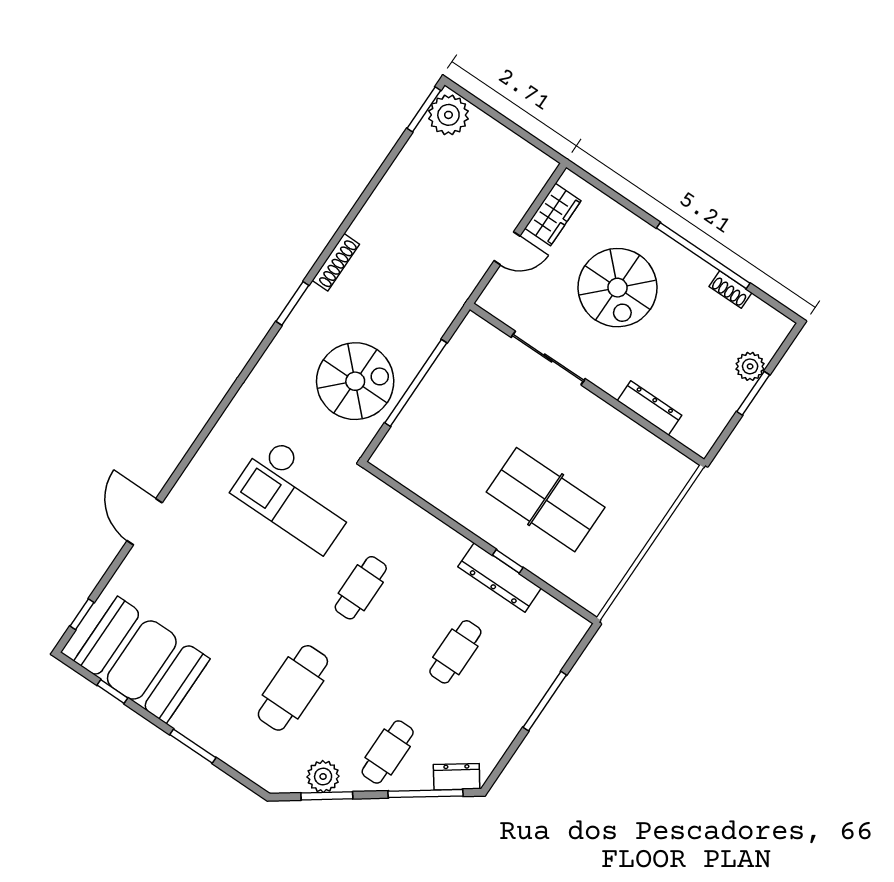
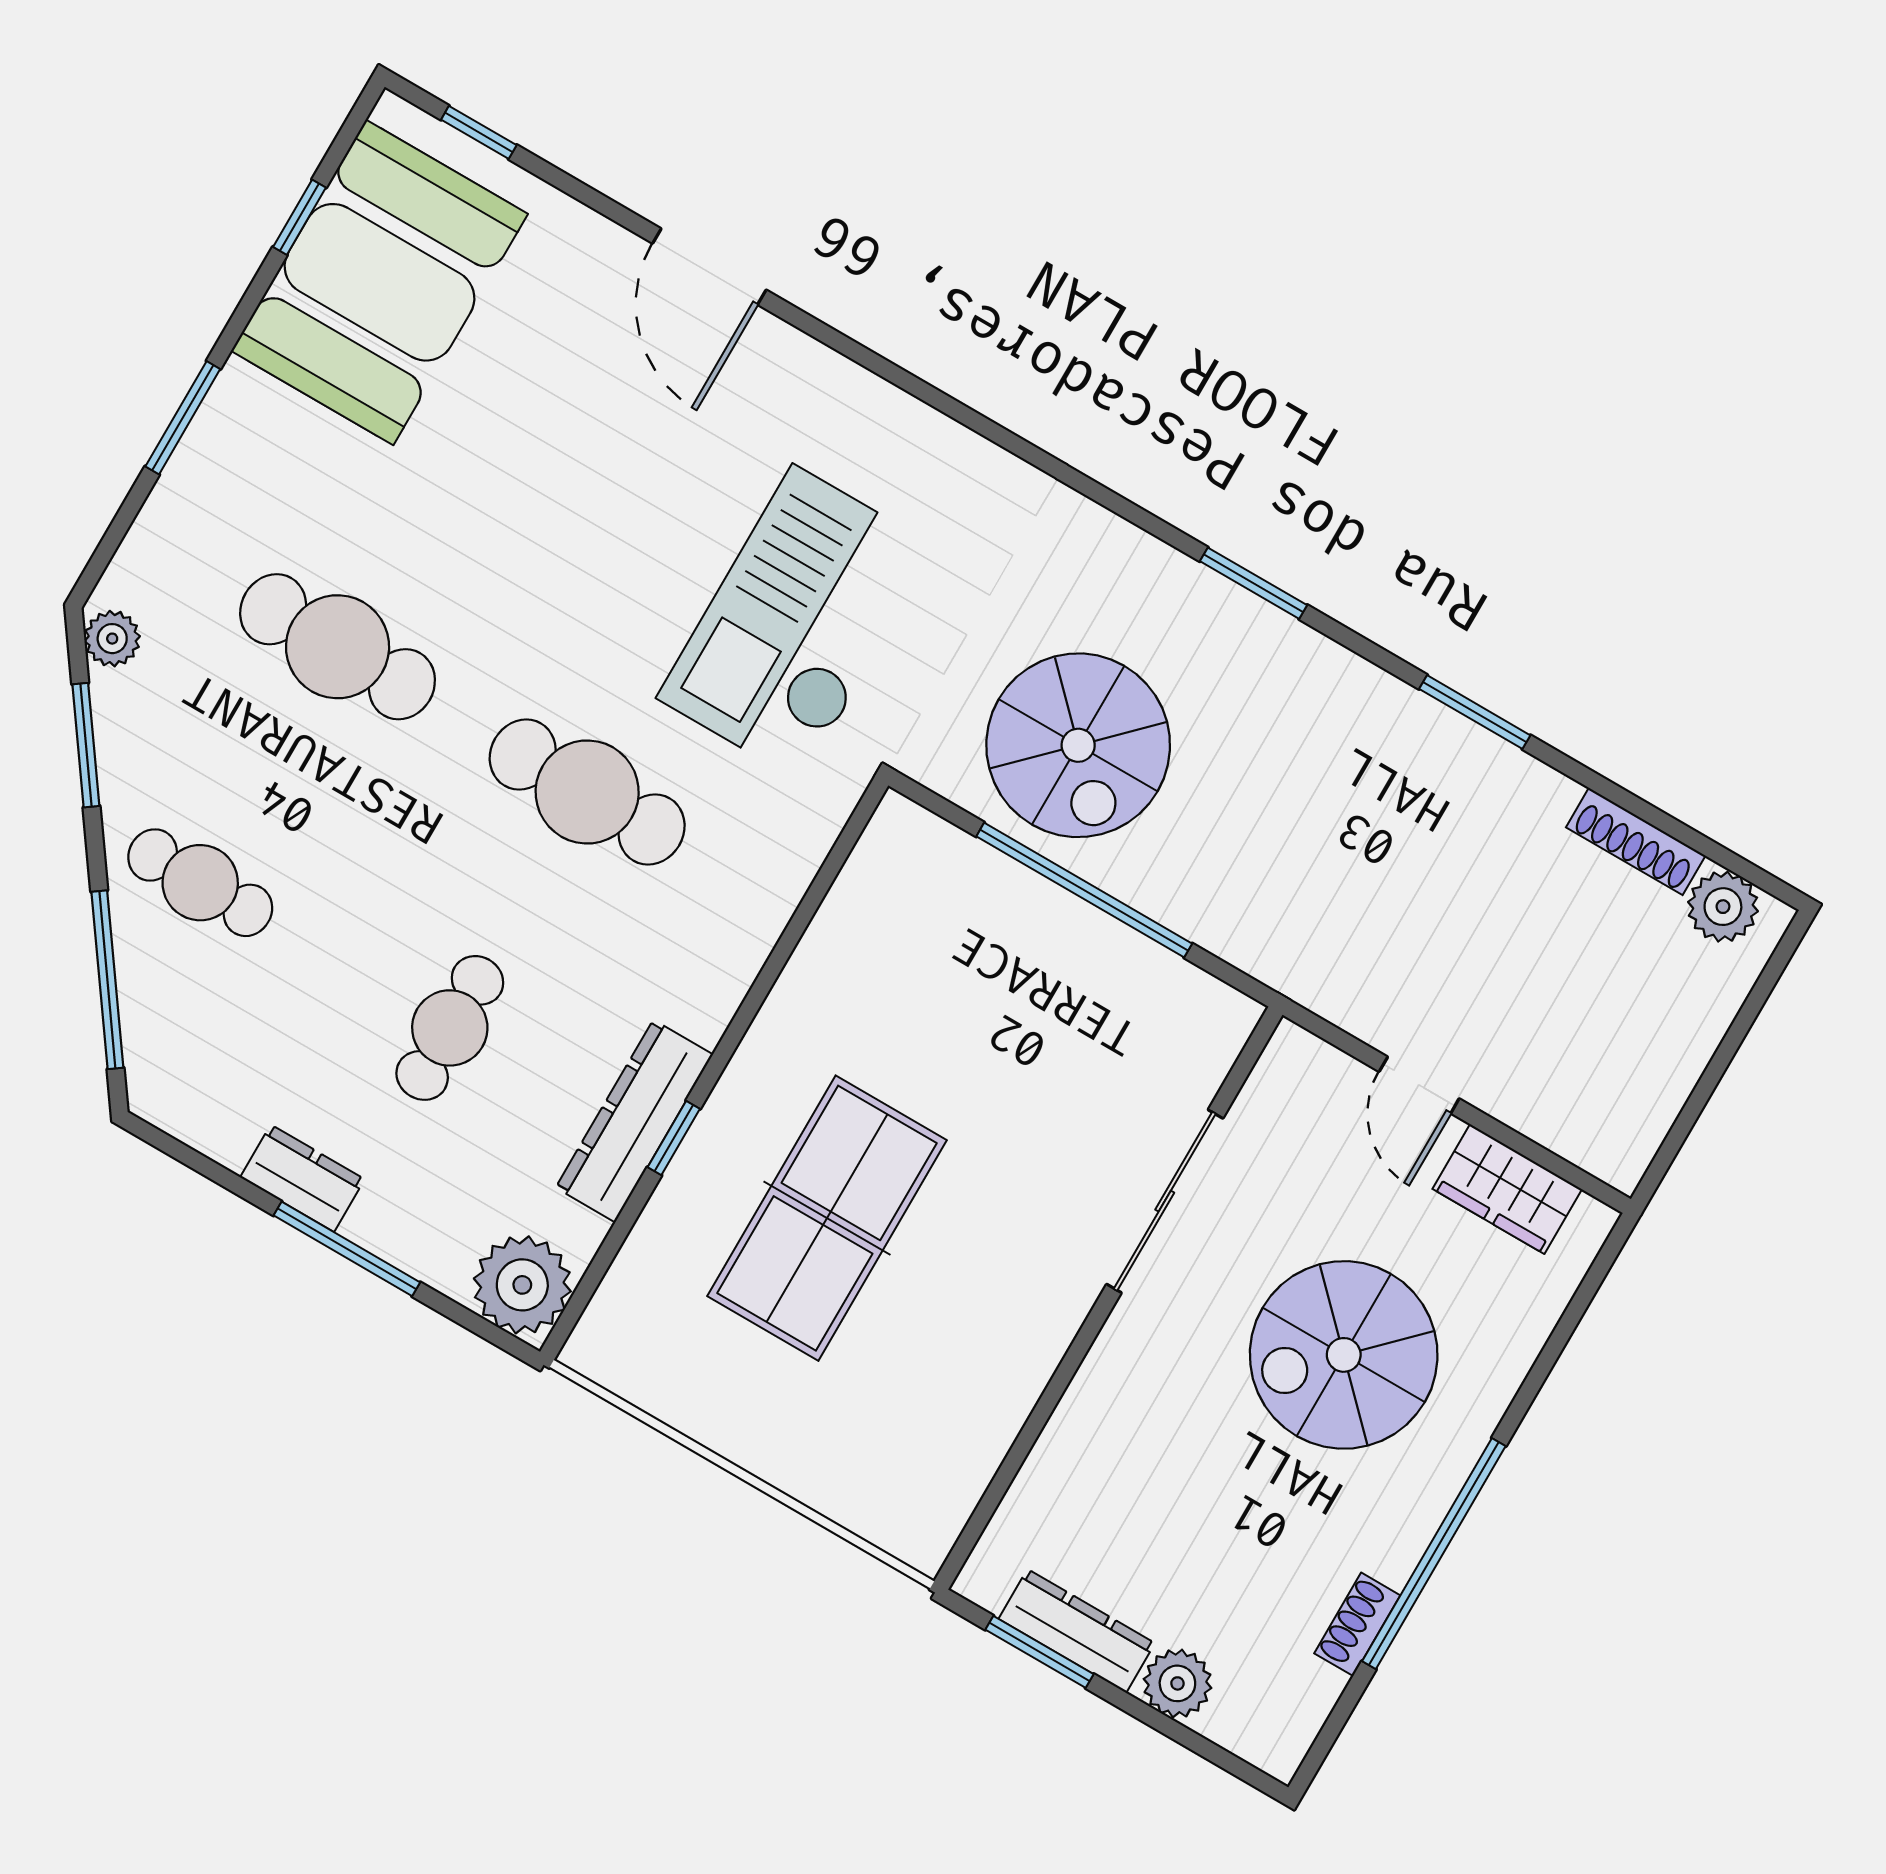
window: (424, 109) -> (1475, 712), moved
plant: (448, 115) -> (1723, 907), width x0.73, depth x0.73
shoe rack: (336, 262) -> (1636, 841), moved
window: (753, 393) -> (1039, 1652), moved
dresser: (650, 408) -> (1077, 1631), moved, turned -90
door: (145, 522) -> (709, 267), swing flipped
cafe table: (361, 588) -> (587, 792), width x1.37, depth x1.35
plant: (565, 629) -> (522, 1285), added
cafe table: (455, 652) -> (450, 1028), turned 90
plant: (323, 777) -> (112, 639), moved, width x0.73, depth x0.73
dresser: (457, 777) -> (302, 1178), moved, turned -55

